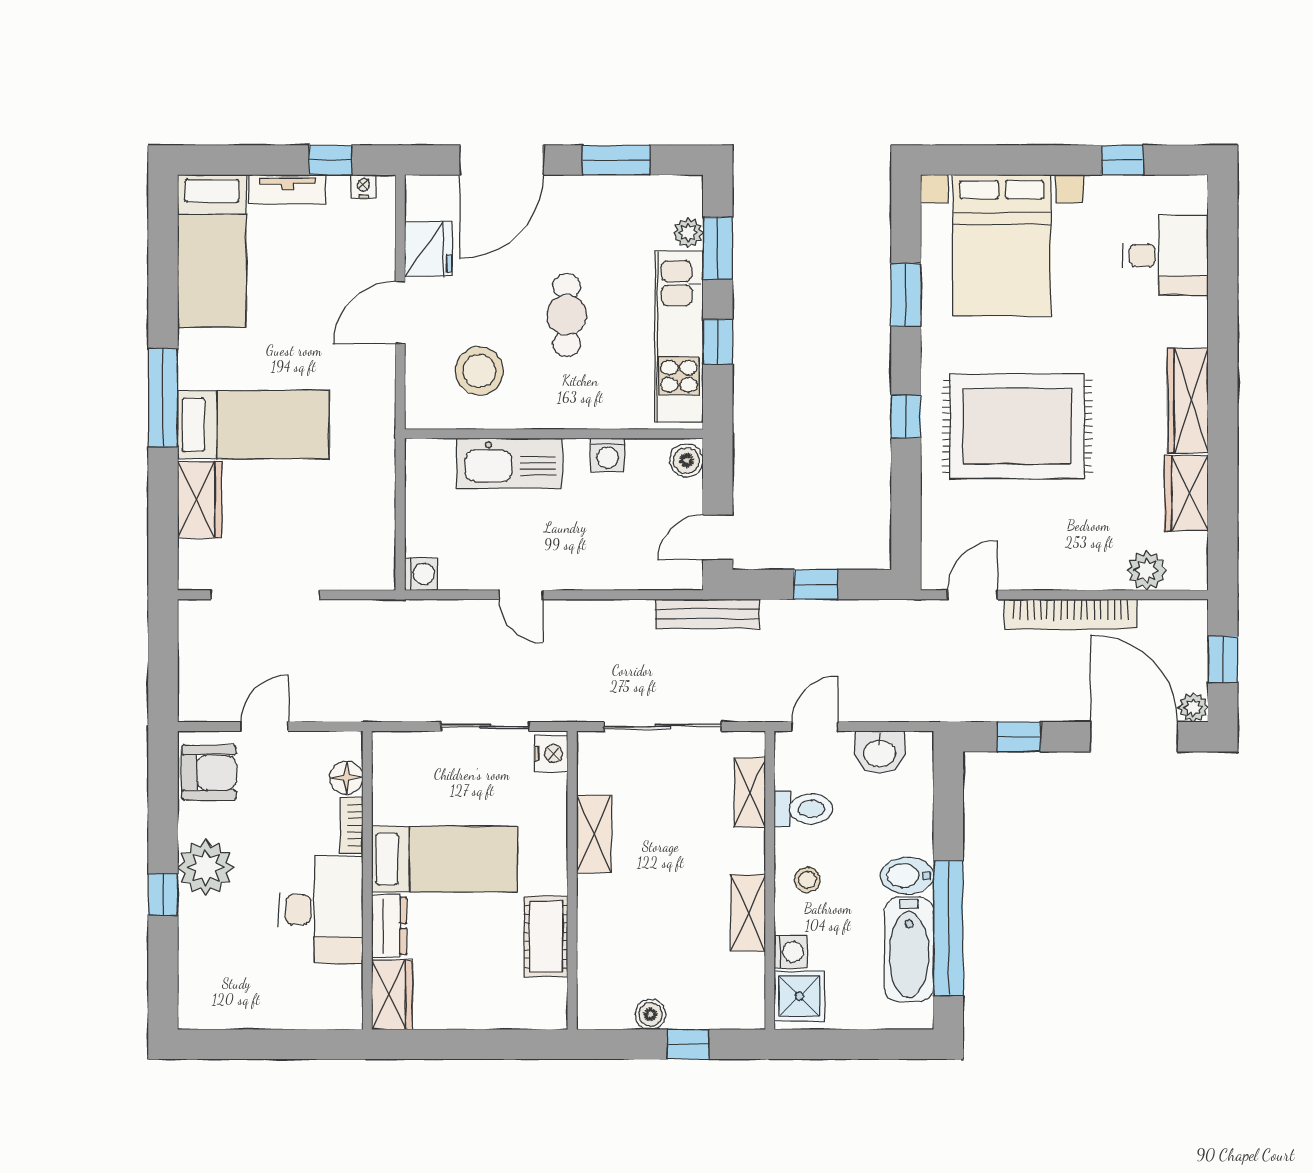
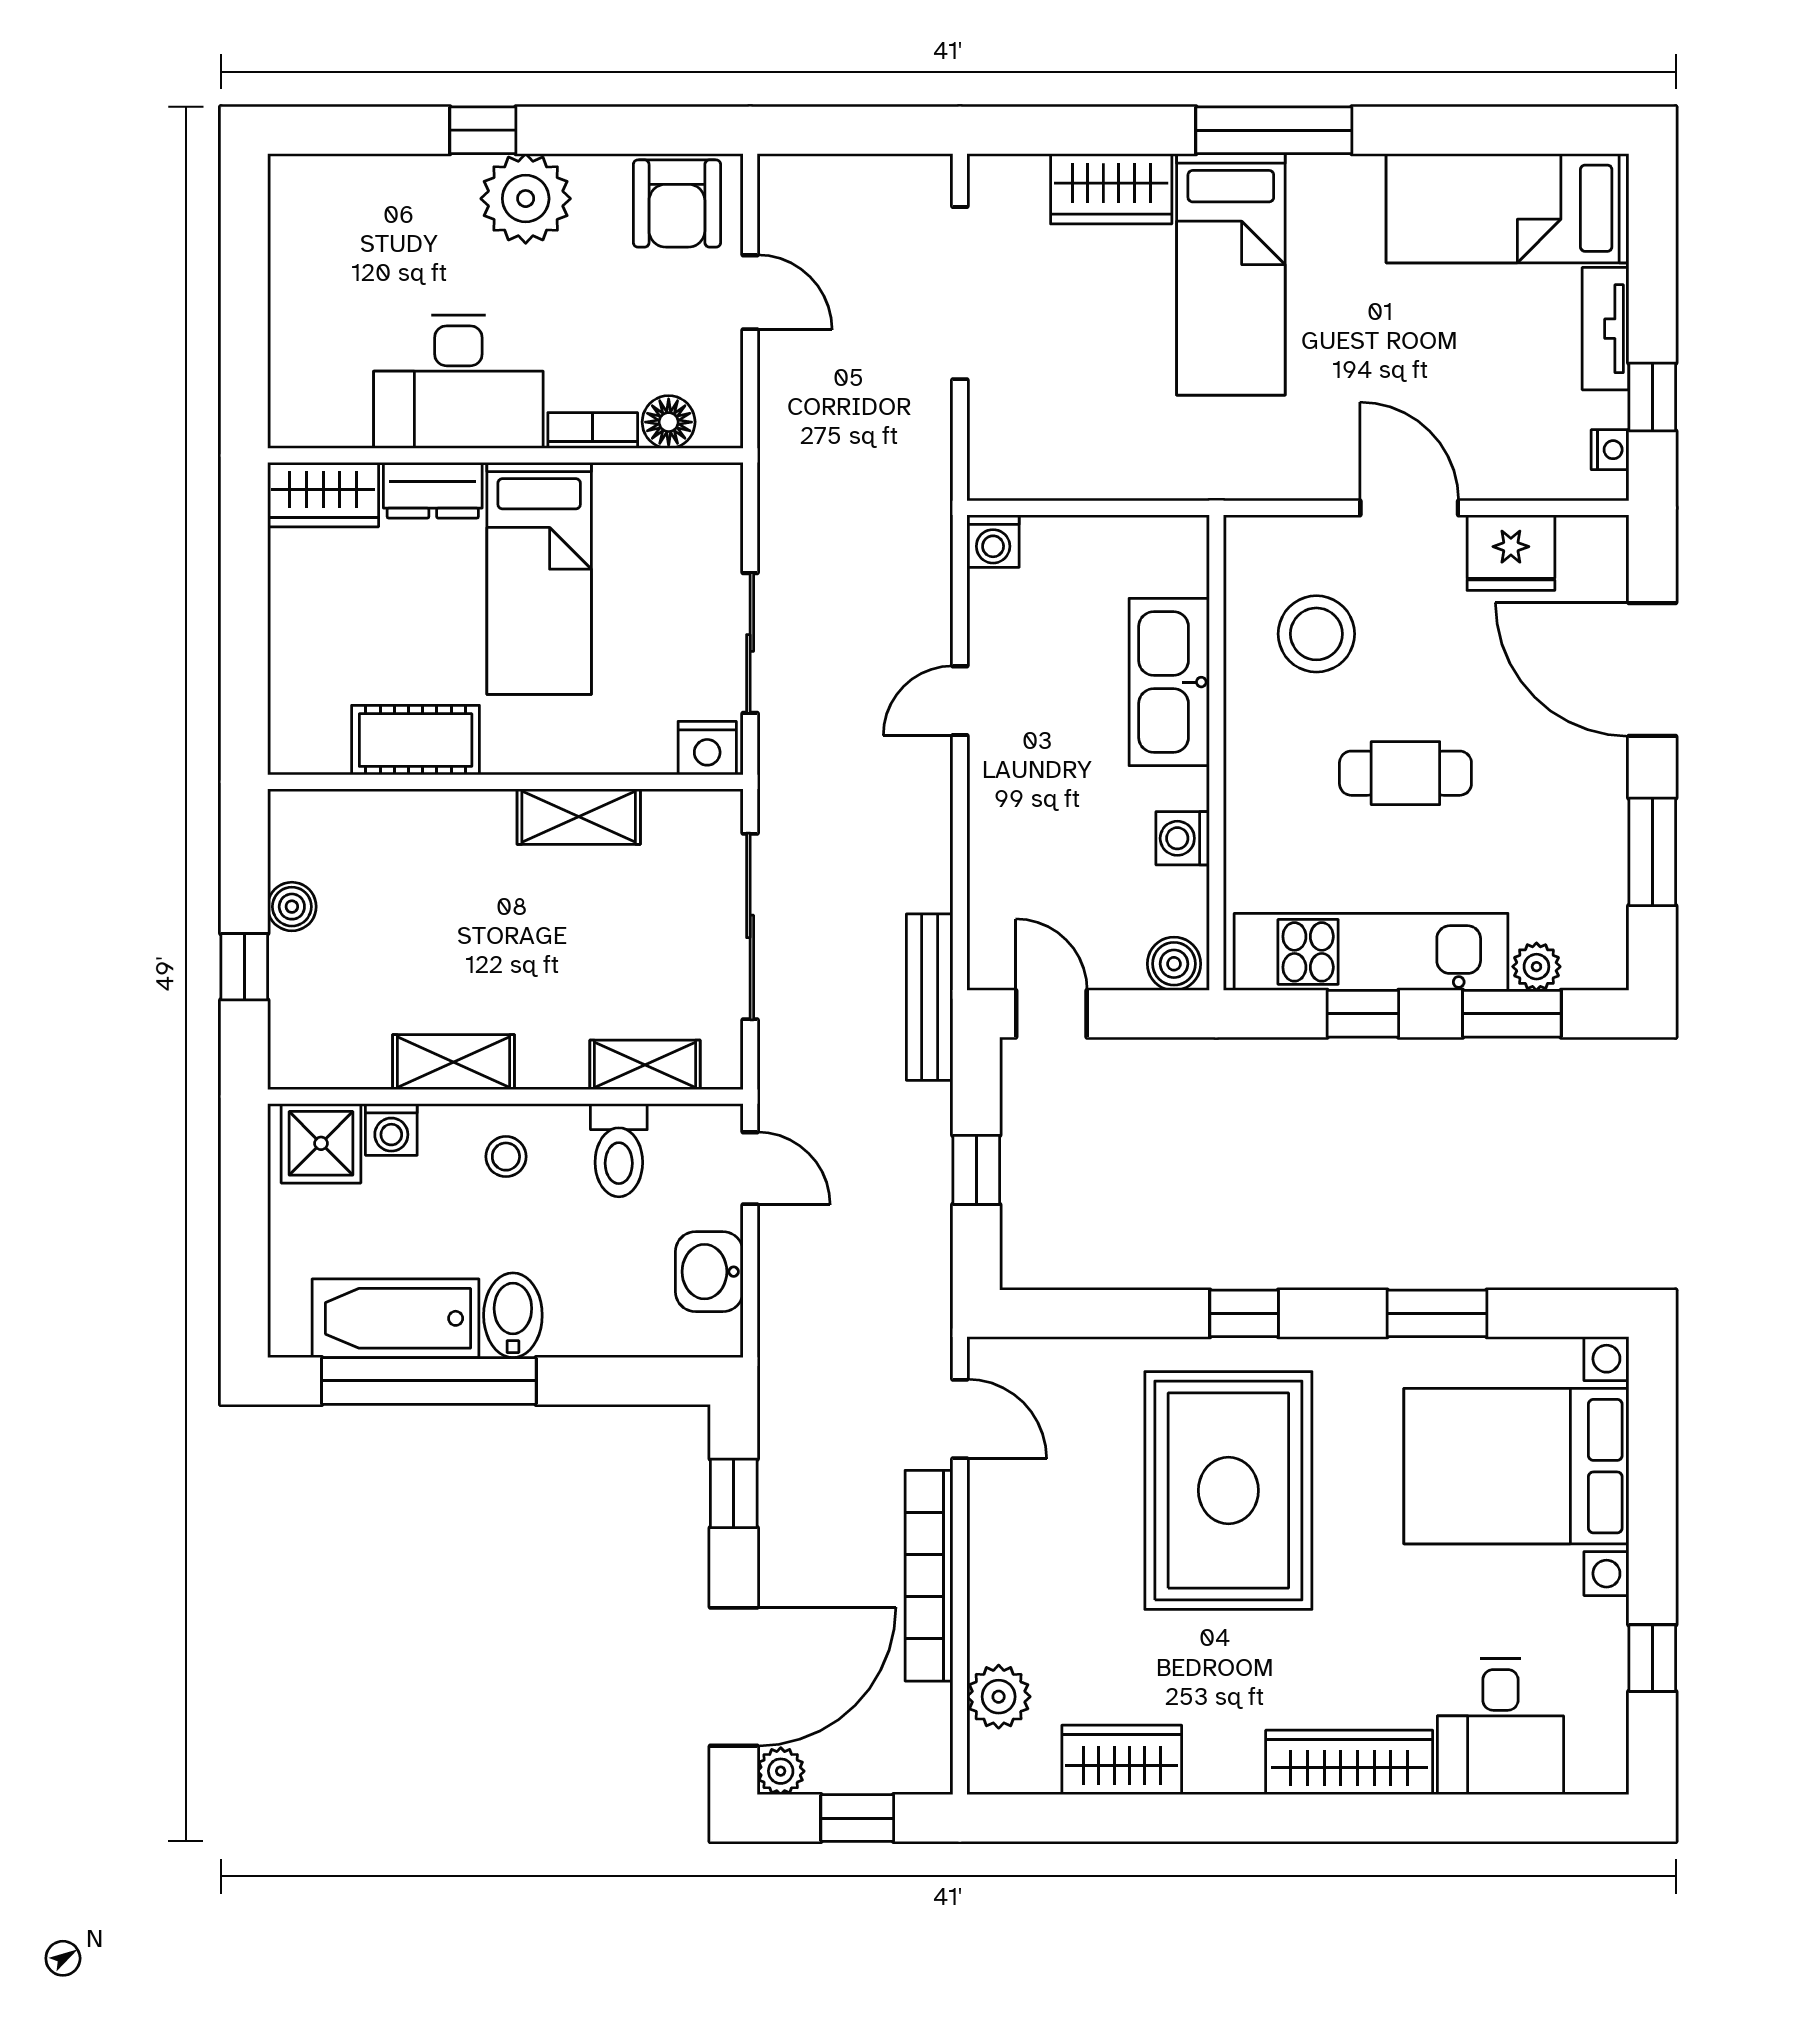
wardrobe: (1188, 400) -> (1349, 1762), moved

